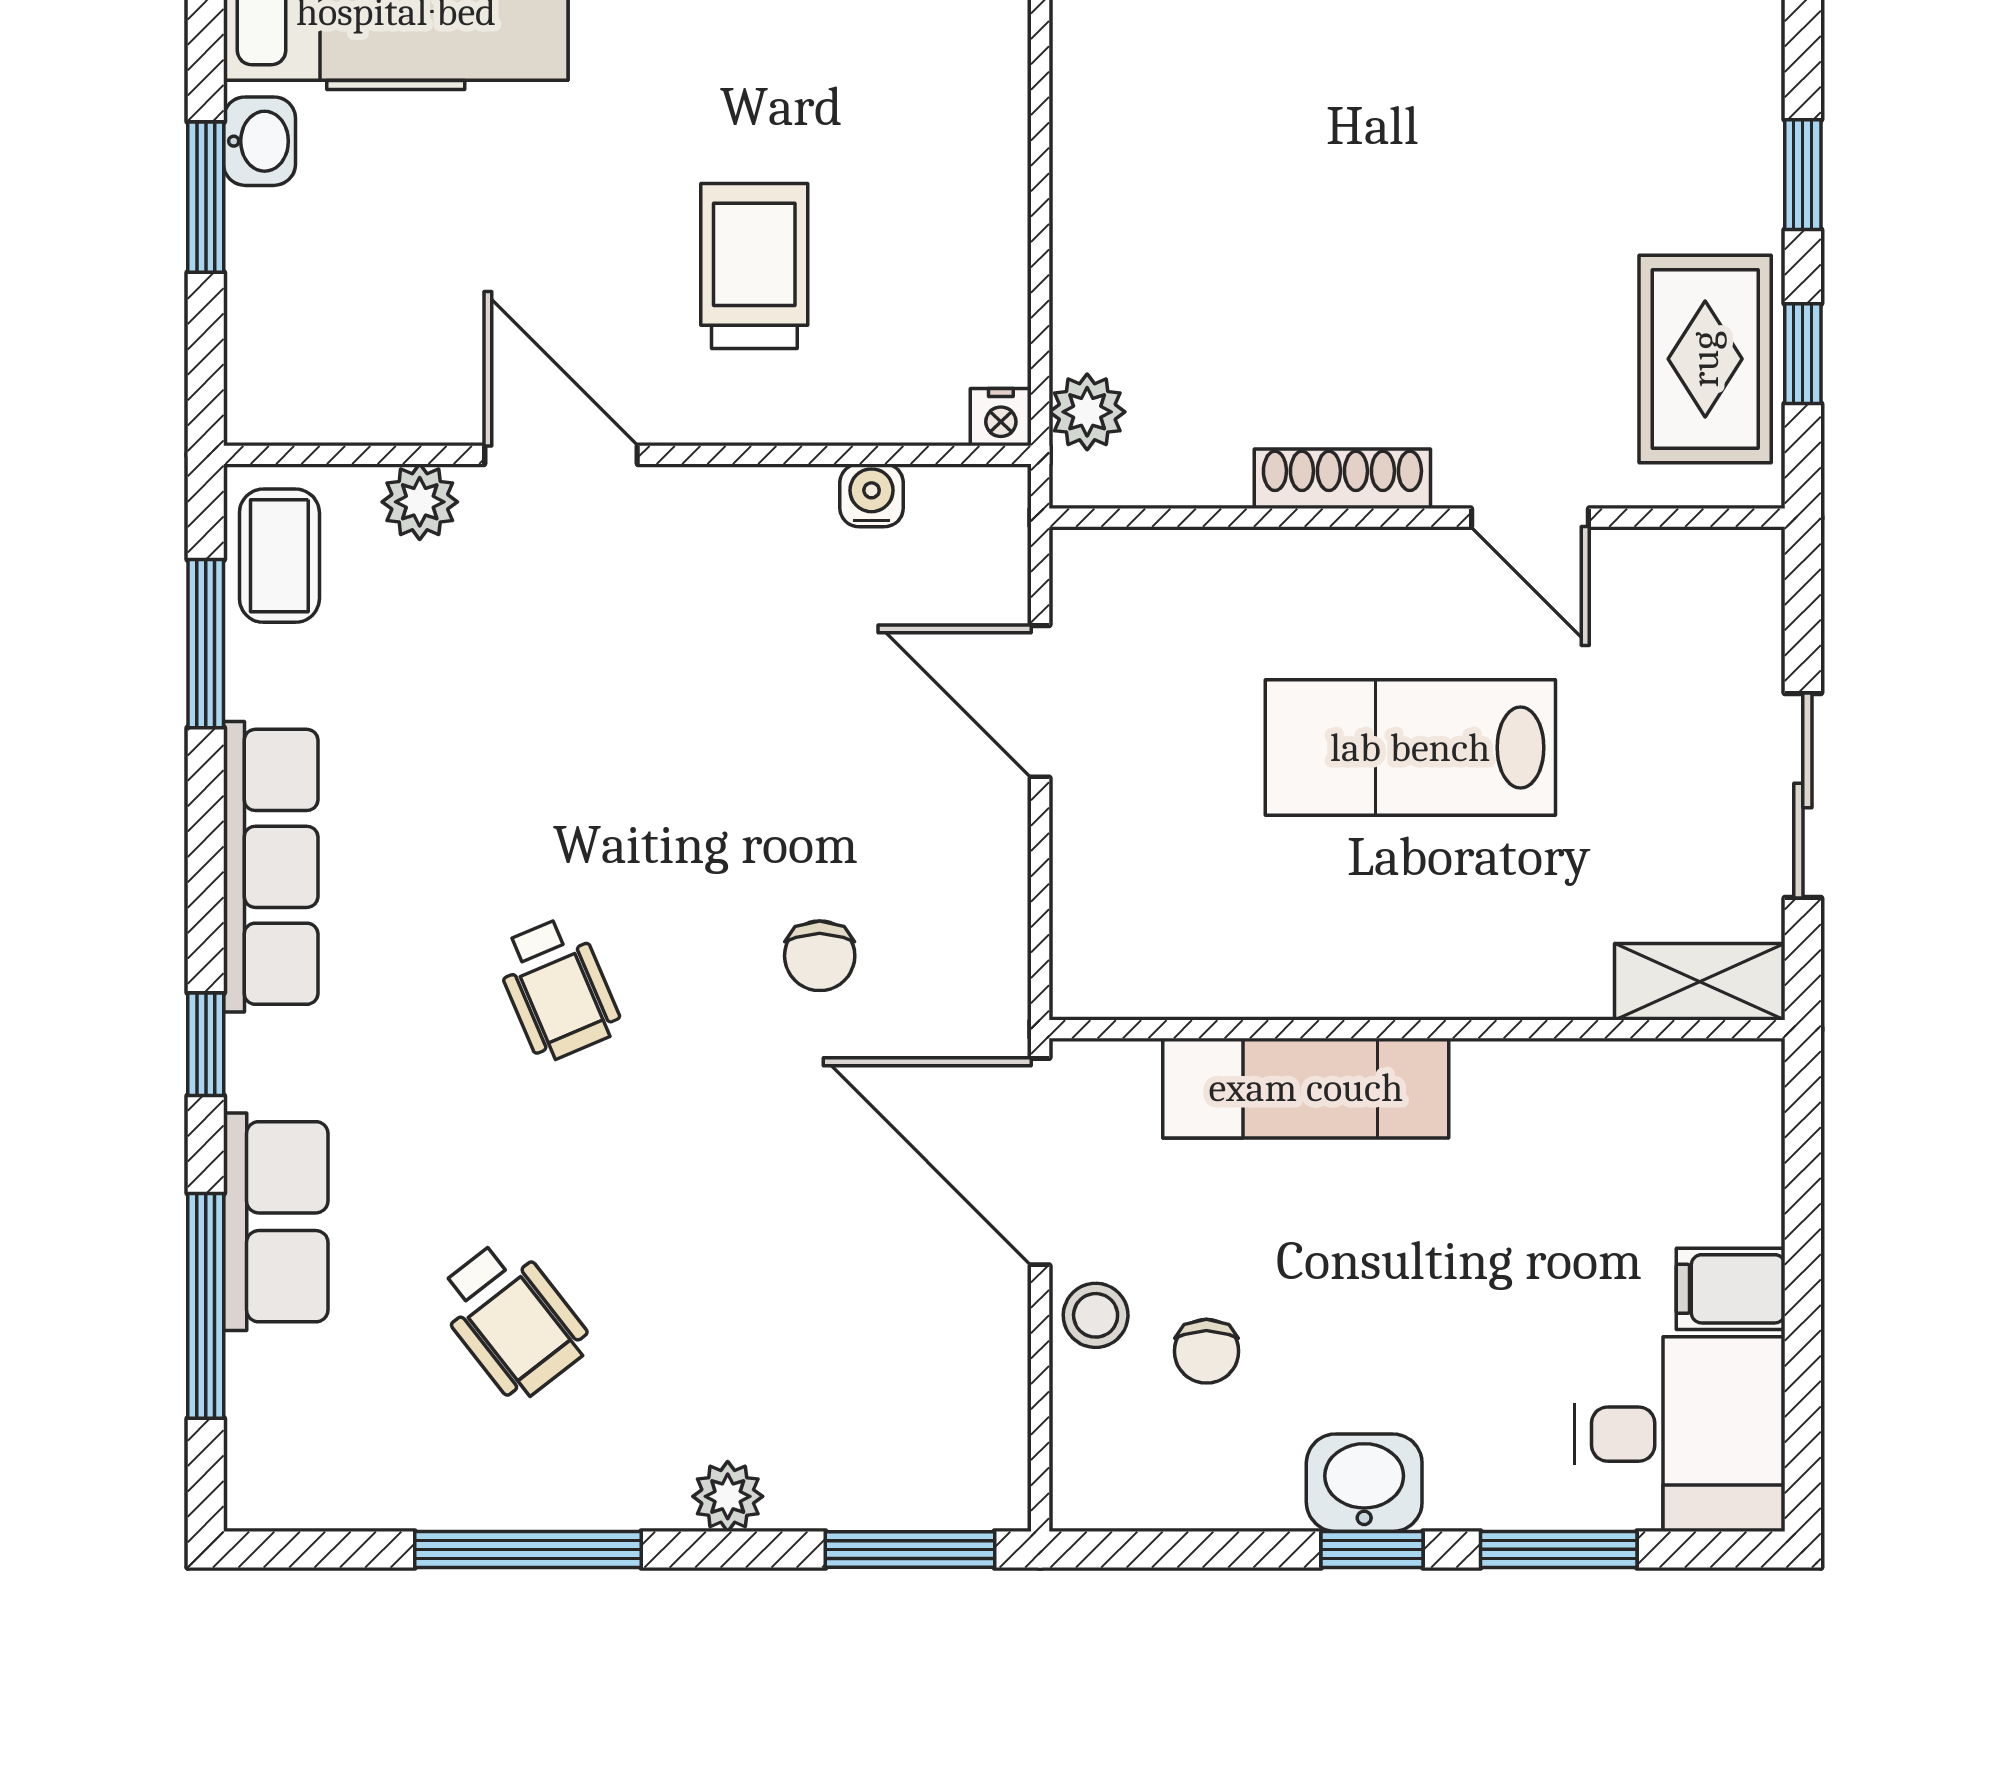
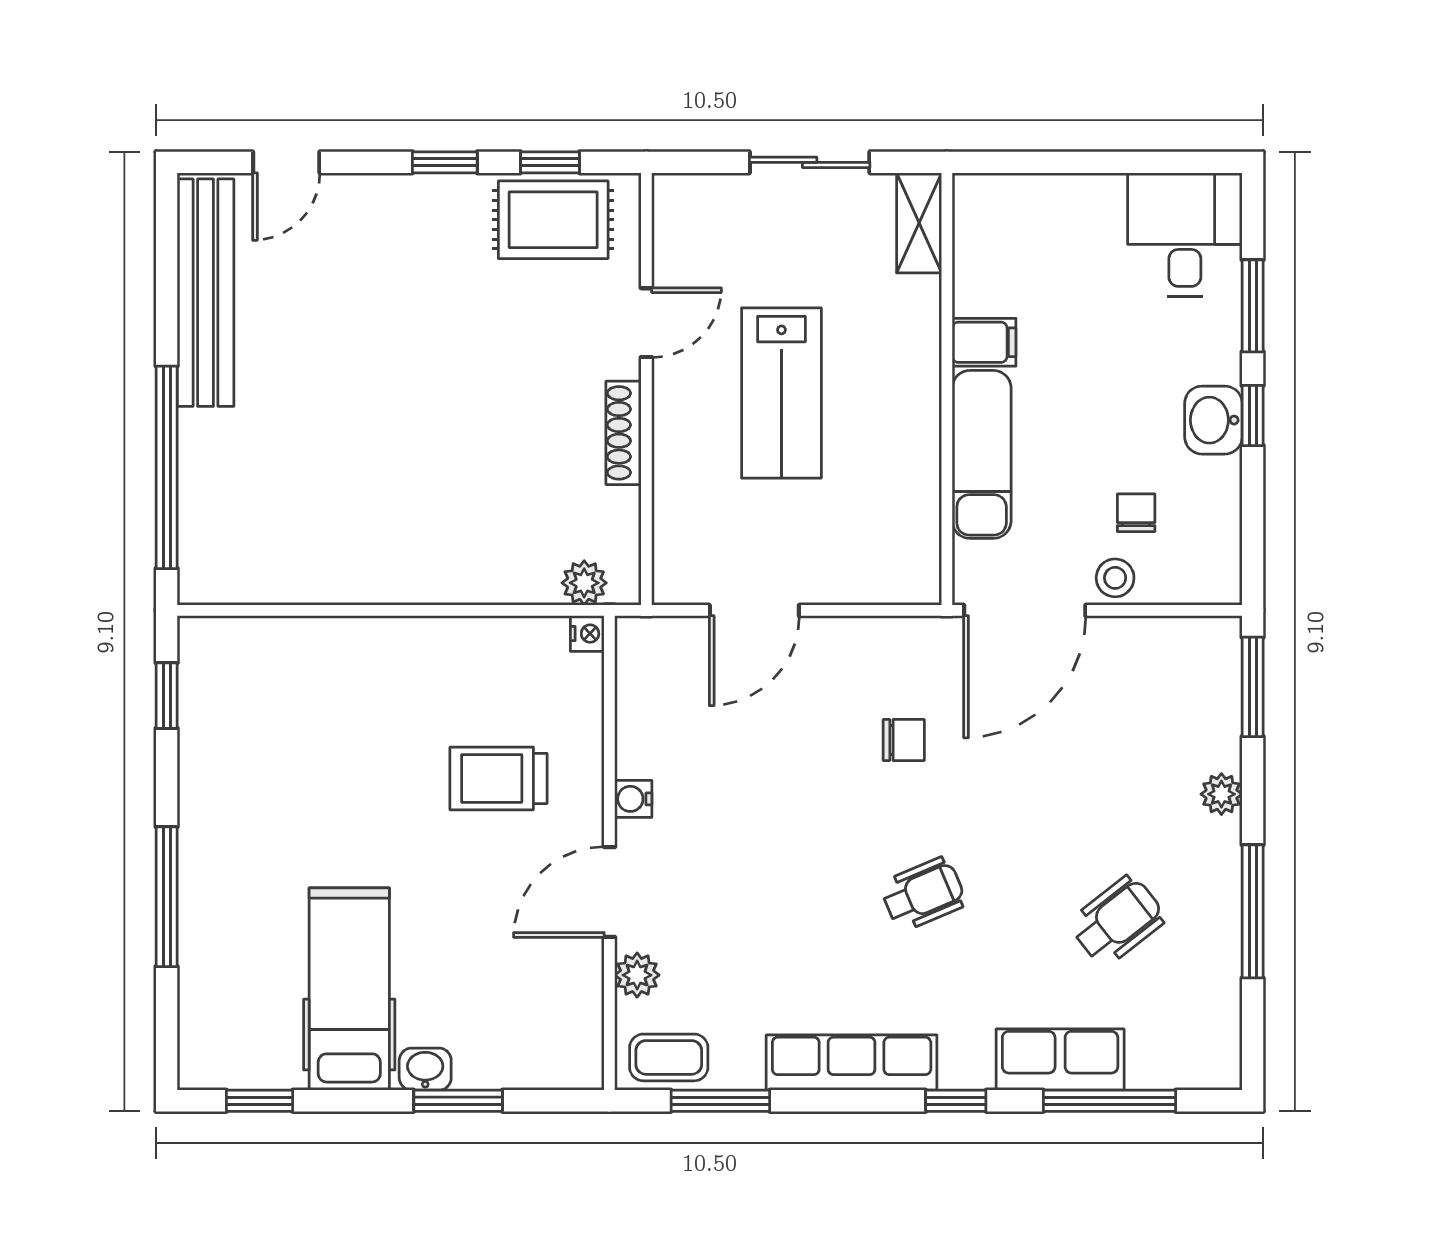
water cooler: (872, 495) -> (633, 799), moved
filing cabinet: (1731, 1289) -> (984, 342), moved, turned -90
chair: (1206, 1351) -> (1136, 513), turned -90

